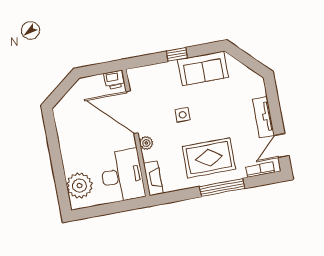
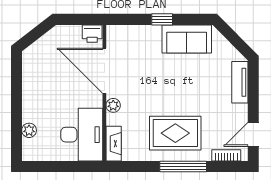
side table: (183, 115) -> (156, 83), removed
tv unit: (263, 117) -> (240, 82), moved
plant: (79, 186) -> (29, 130), width x0.53, depth x0.53

